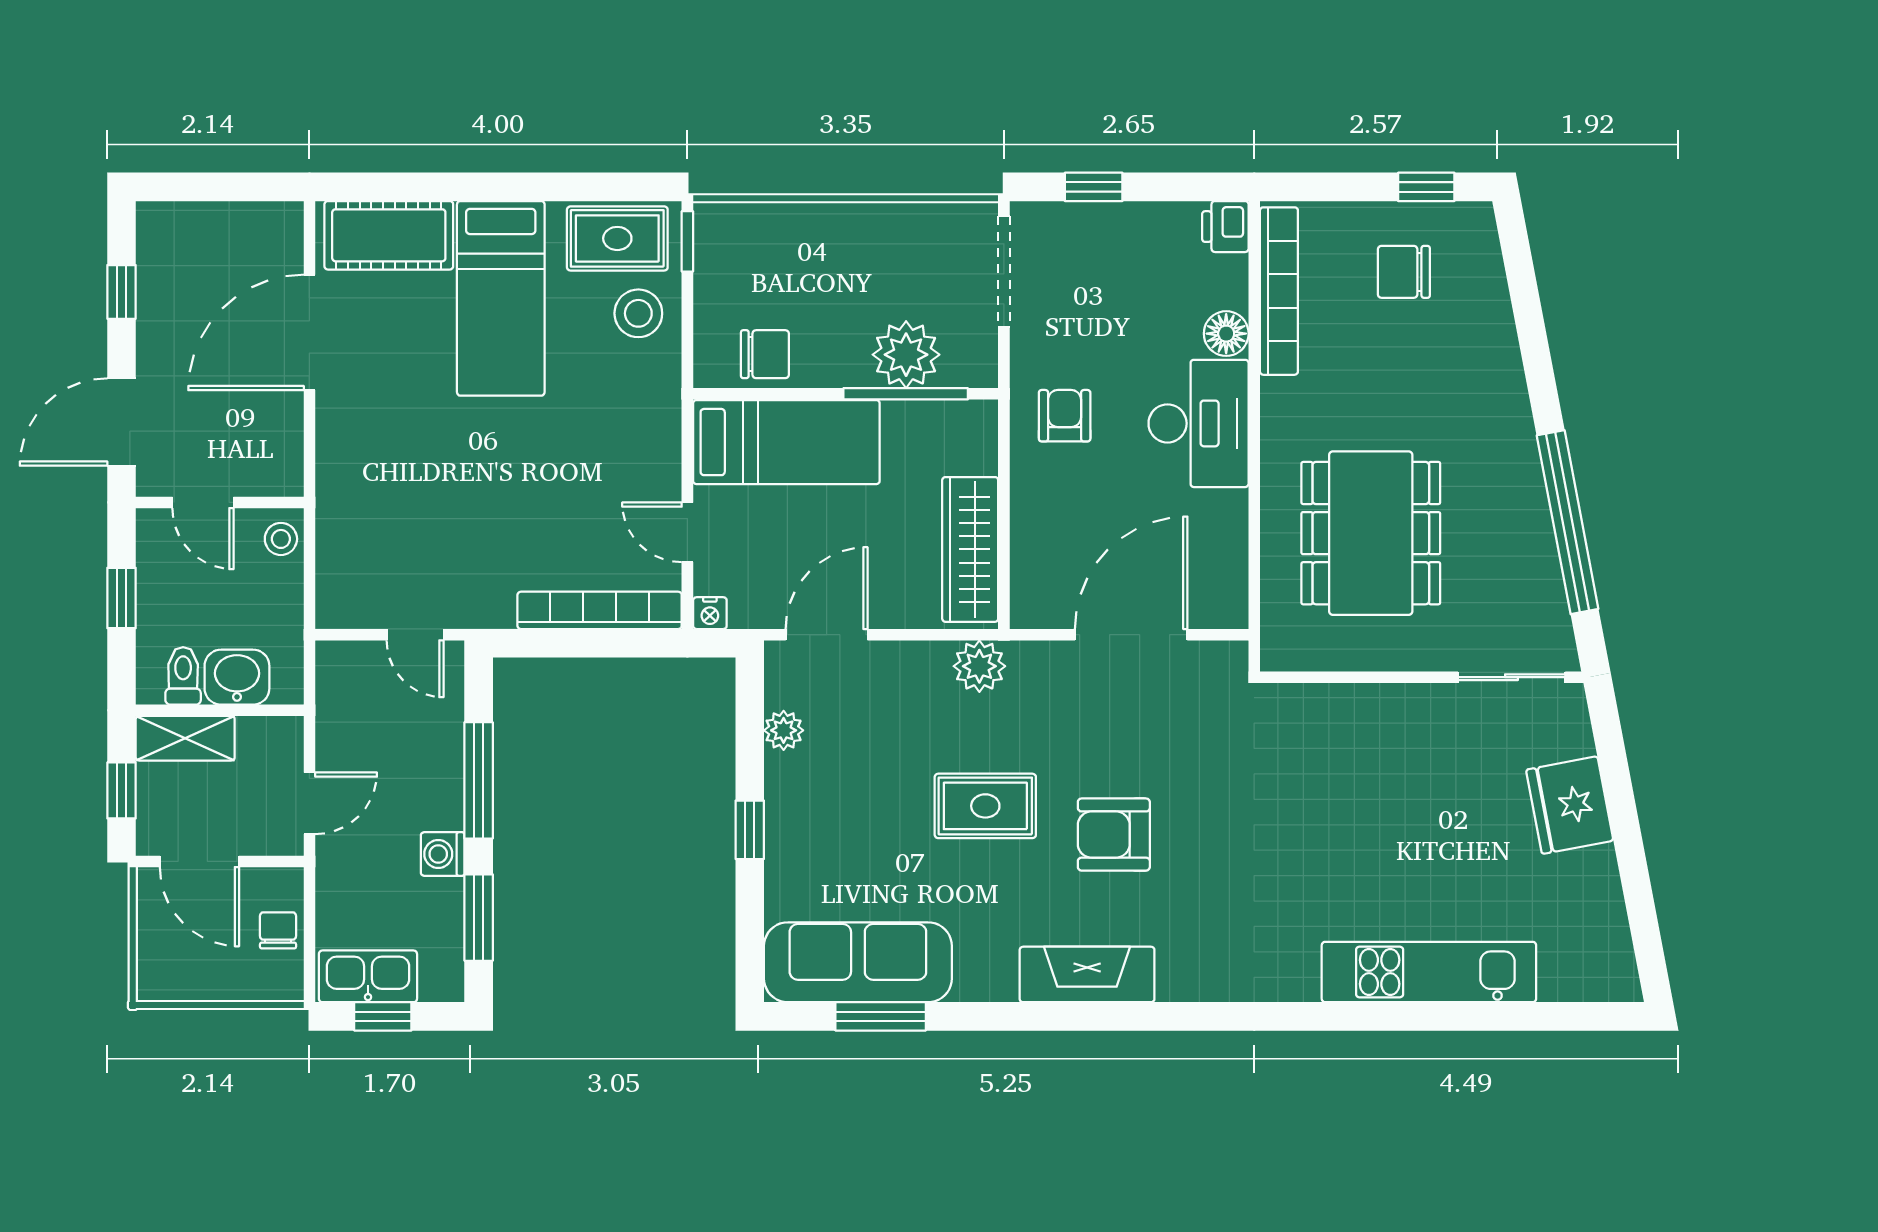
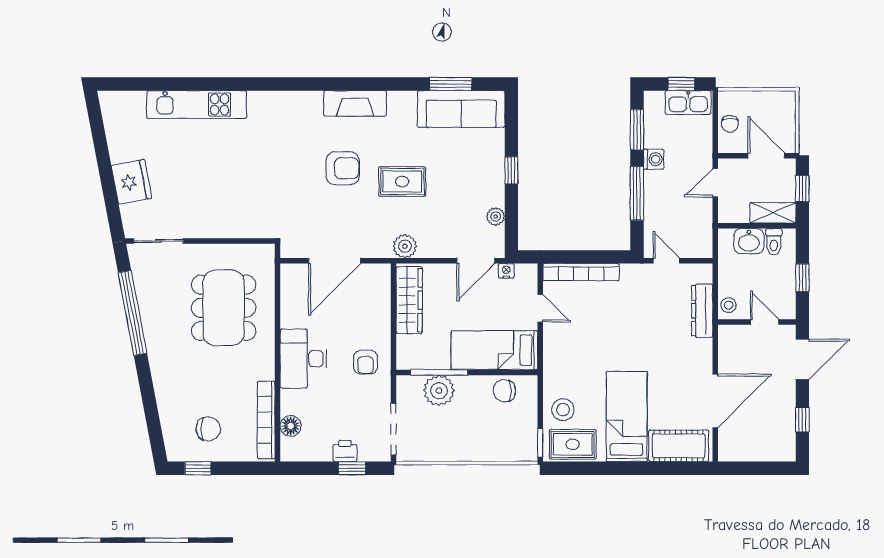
printer: (1225, 227) -> (345, 451), moved, turned -90
floor lamp: (1226, 334) -> (291, 426), moved
dresser: (338, 527) -> (702, 311), added
nightstand: (710, 613) -> (506, 271), moved

